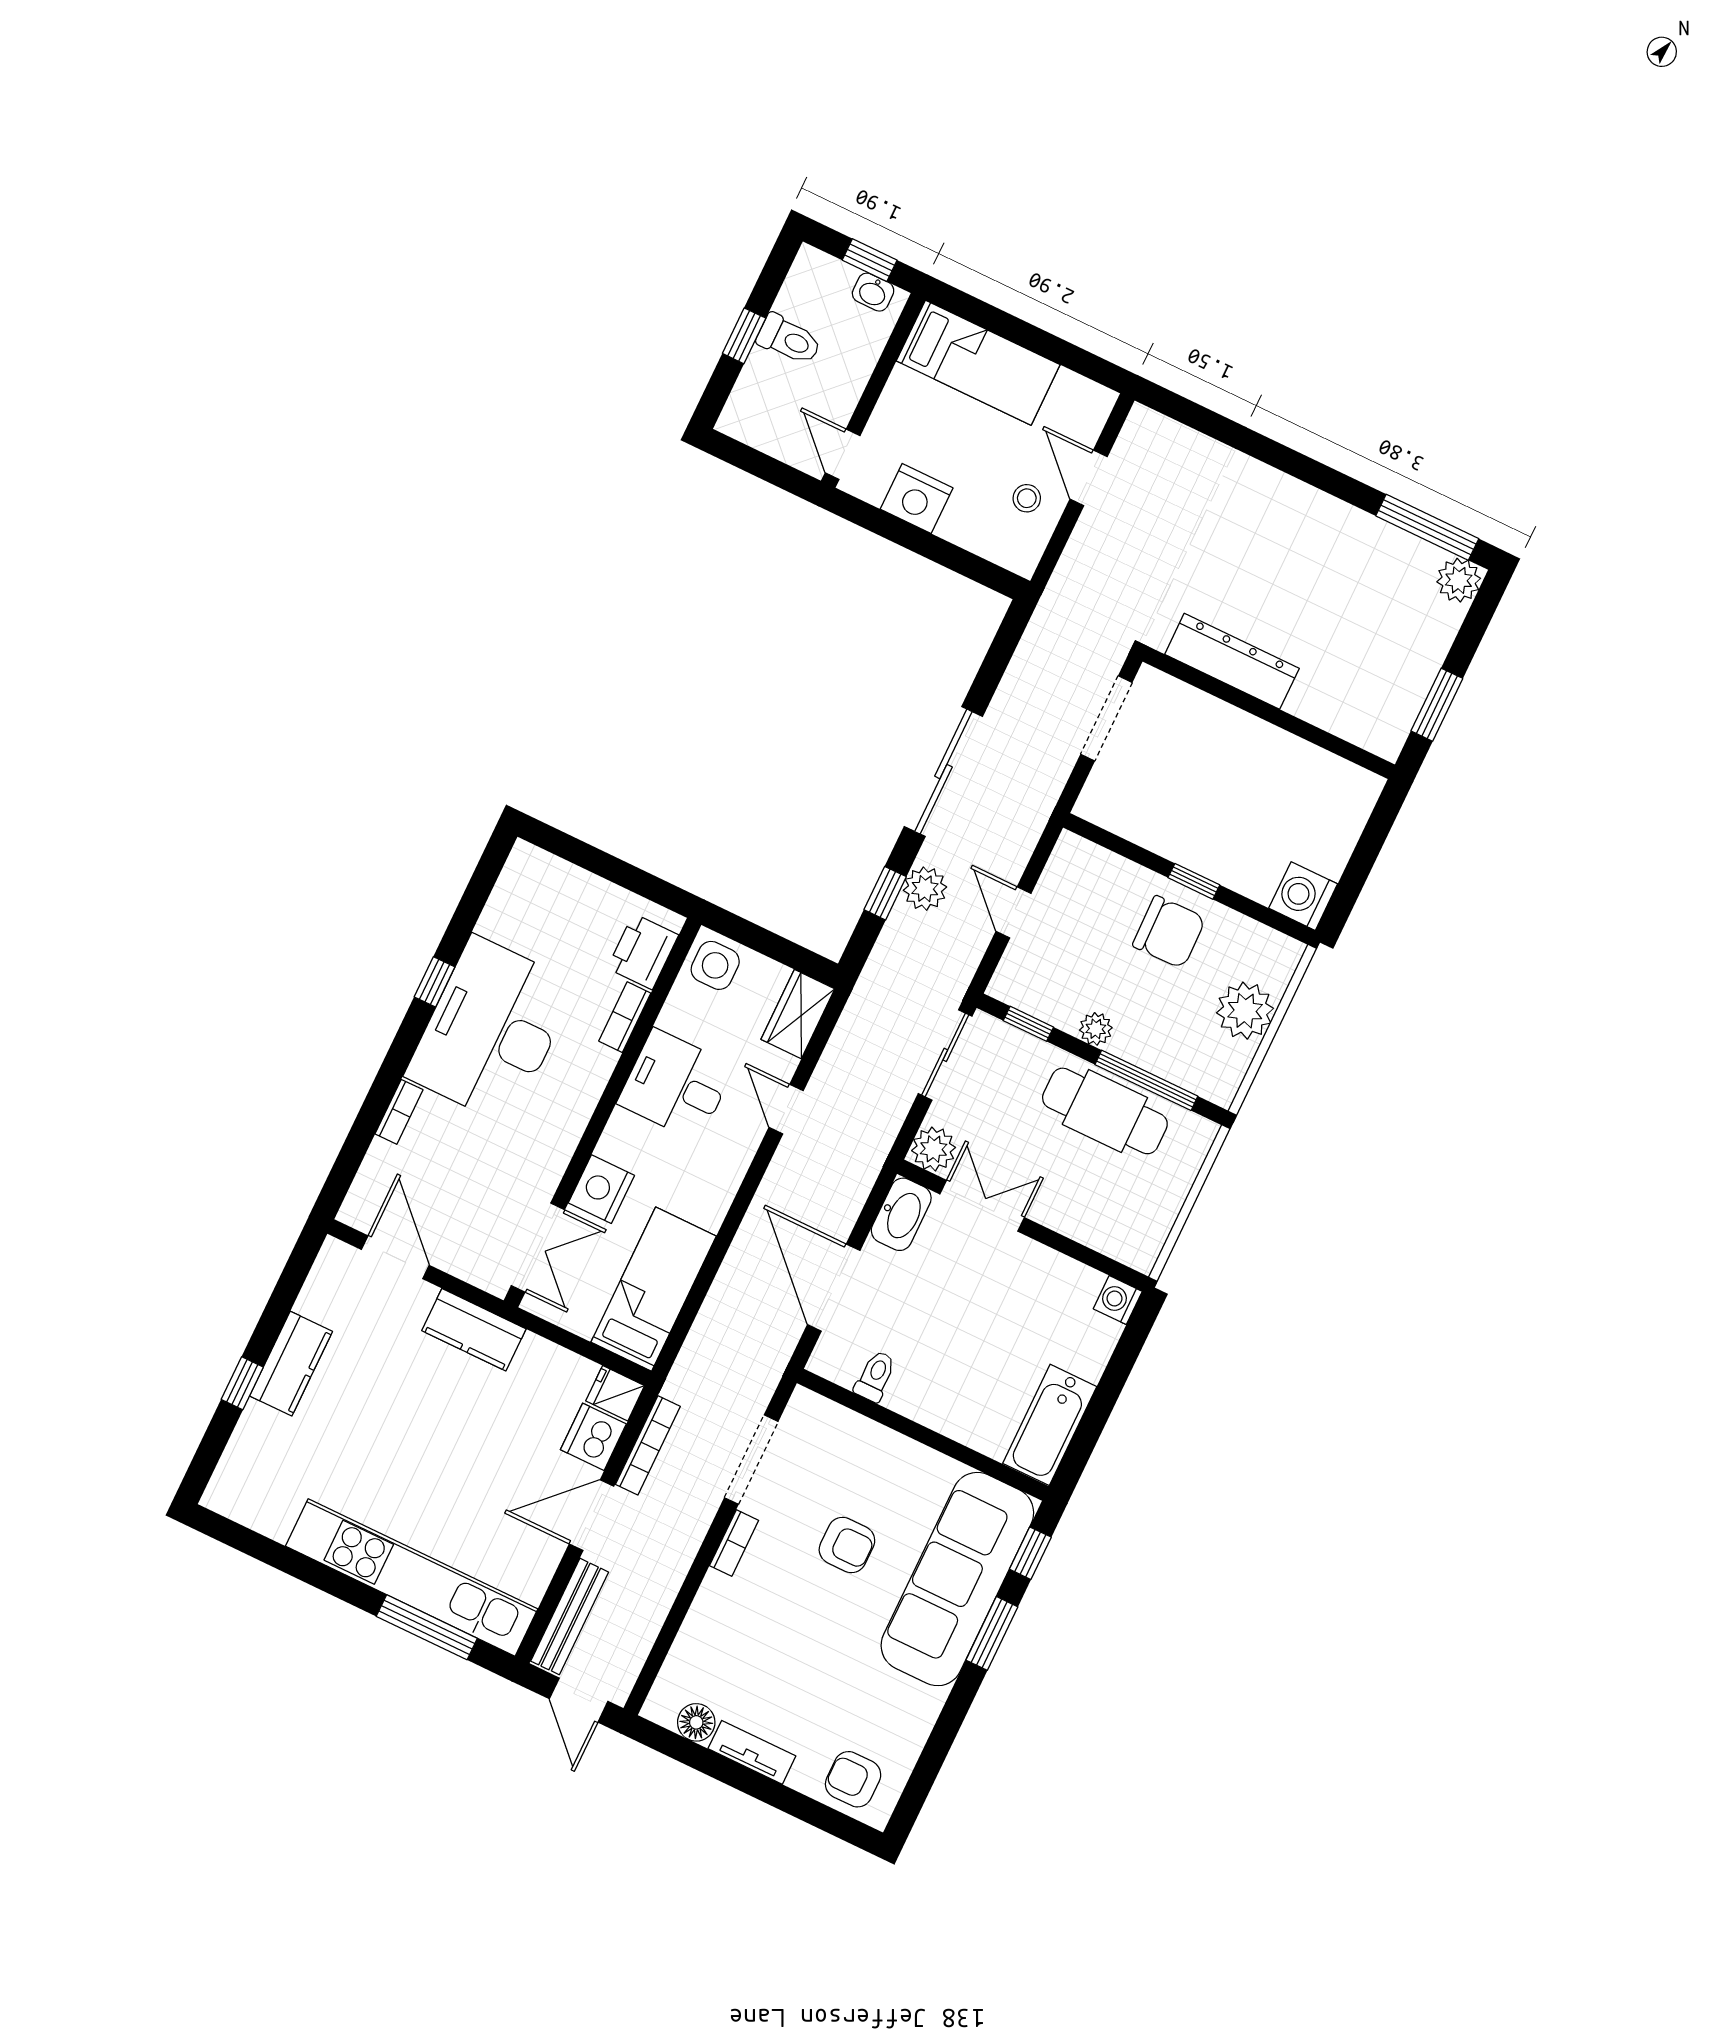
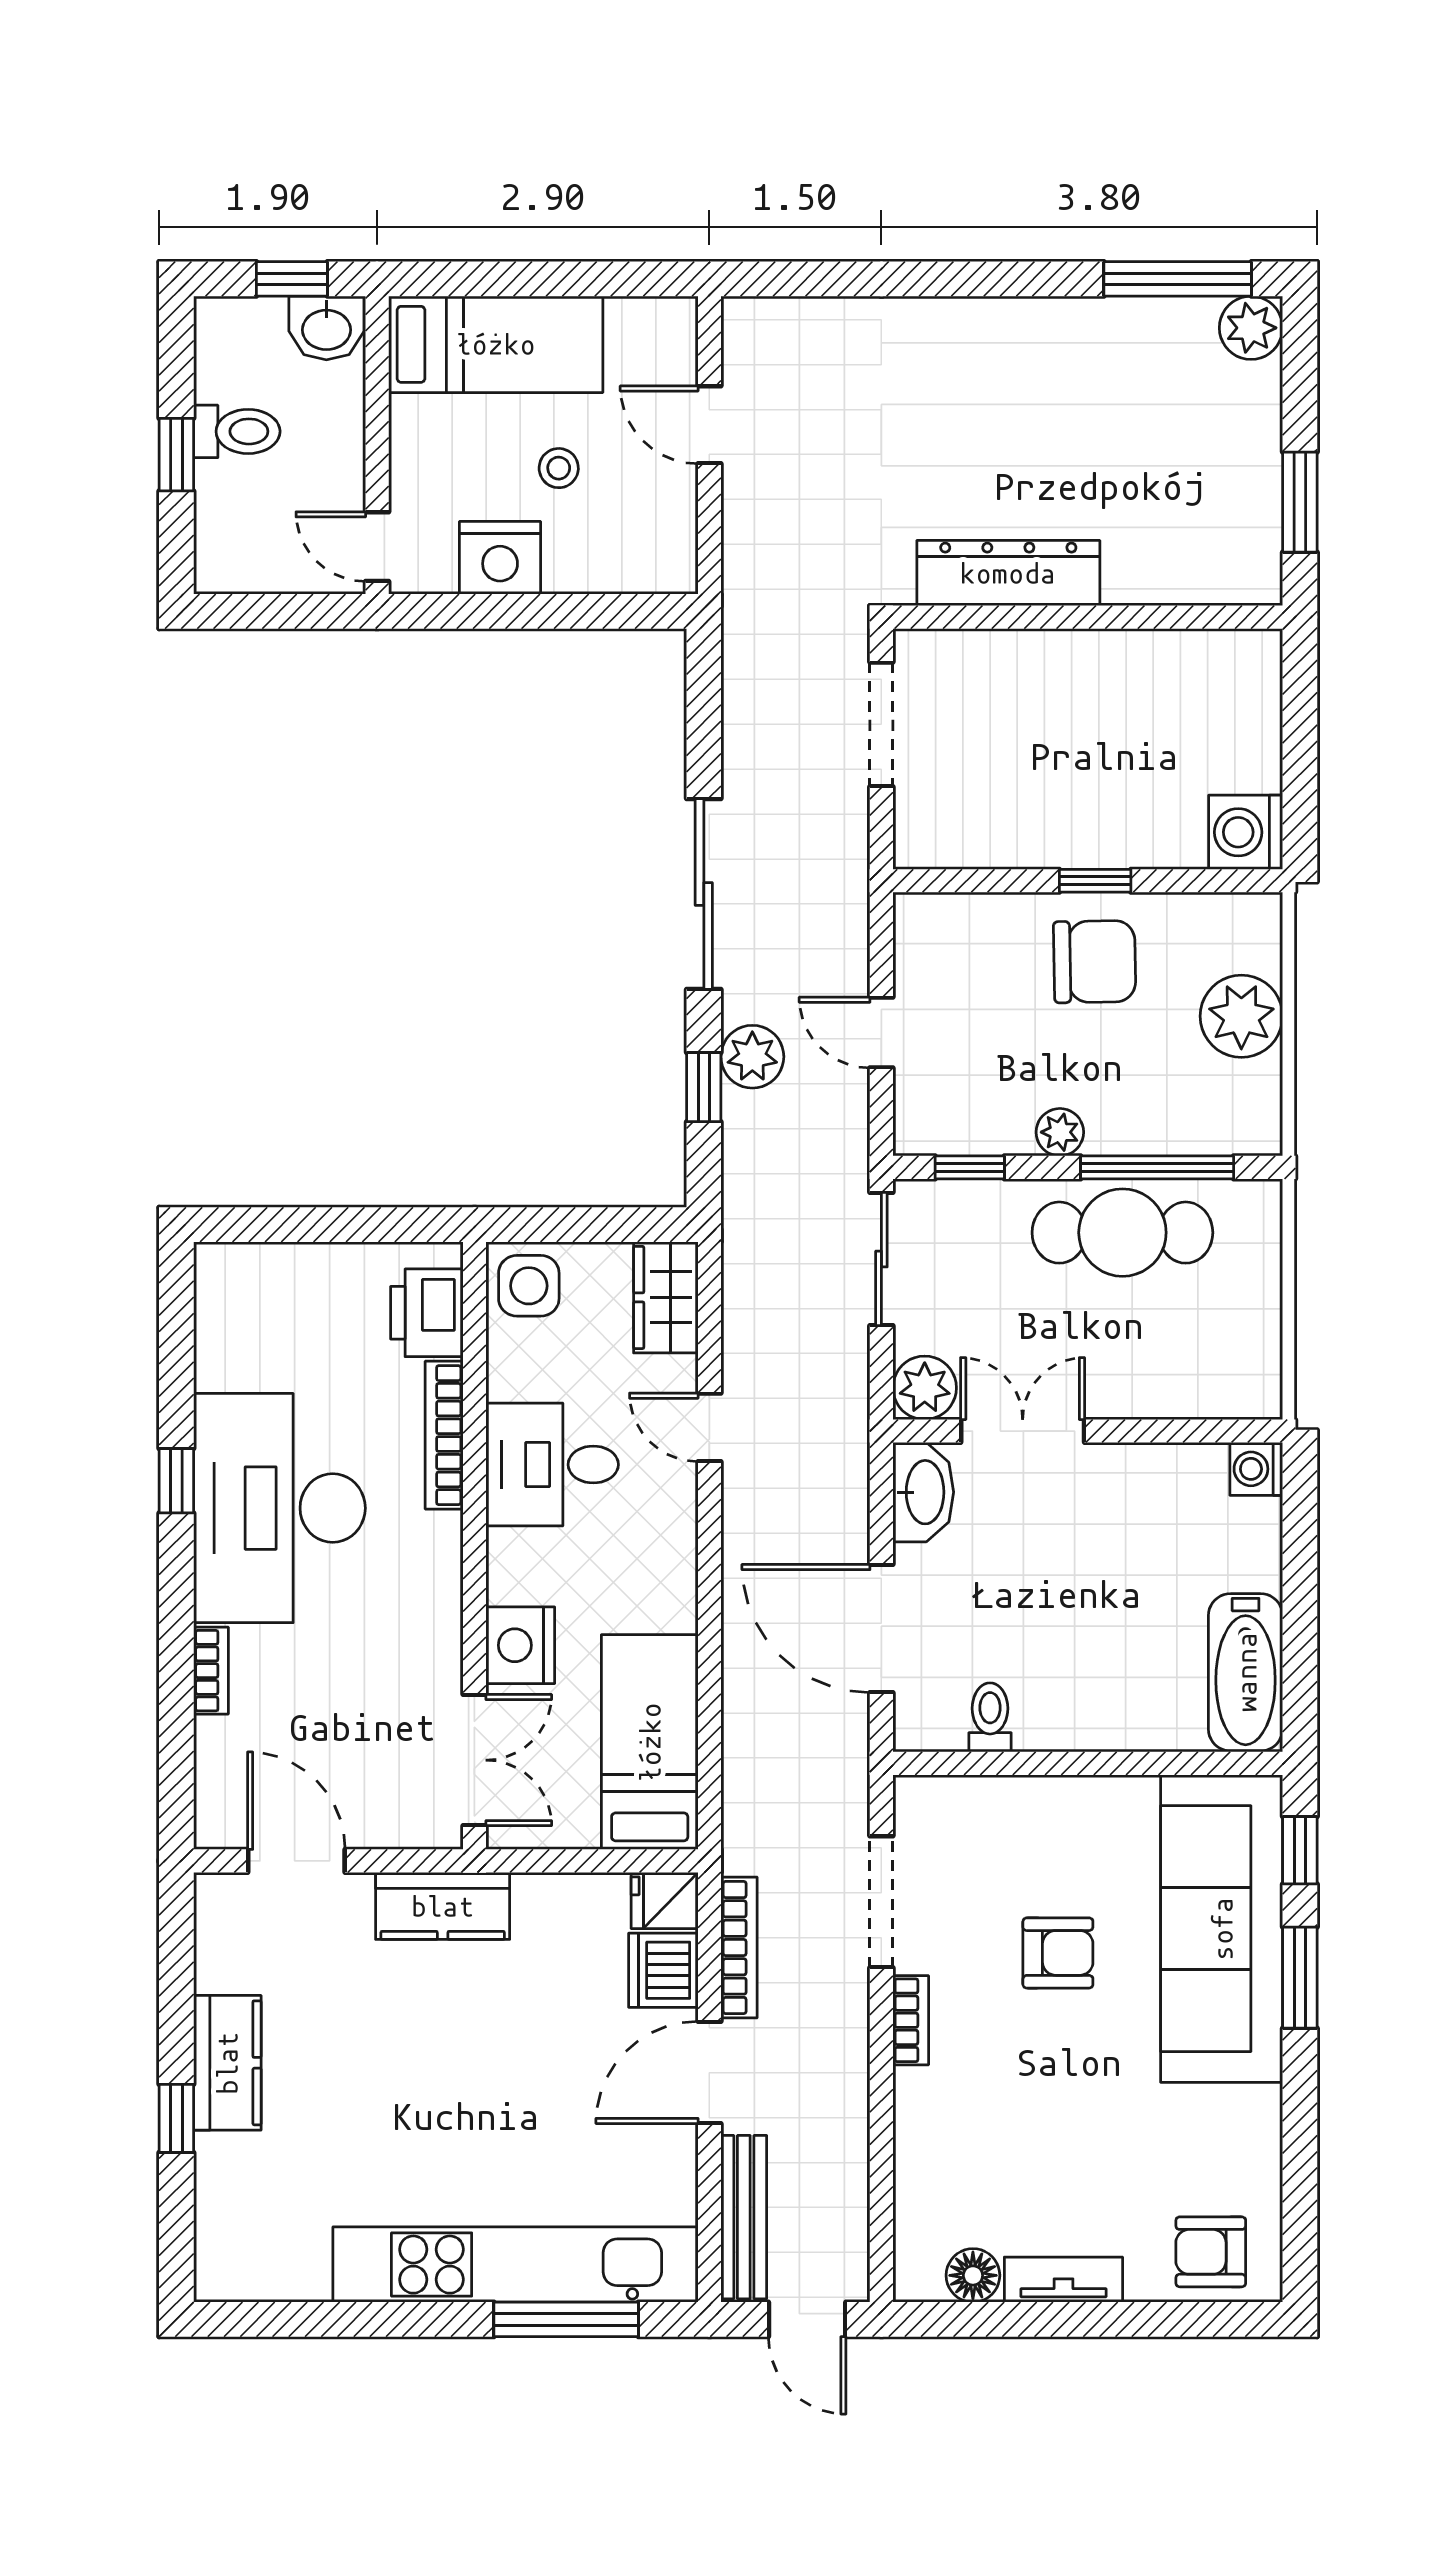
washbasin: (873, 292) -> (326, 328), width x1.38, depth x1.45
stool: (1027, 498) -> (559, 468), moved
bookcase: (625, 1017) -> (444, 1435), width x1.56

